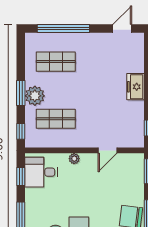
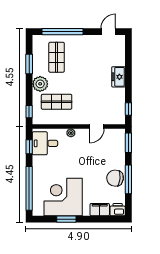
shop shelf: (56, 62) -> (57, 57), turned 90
window: (21, 93) -> (29, 64), moved

